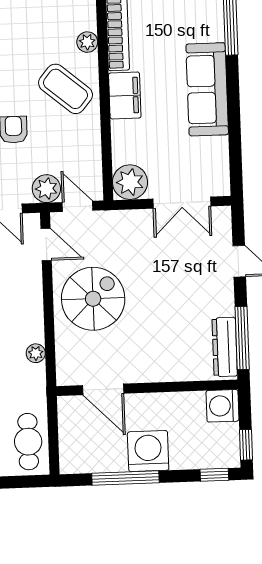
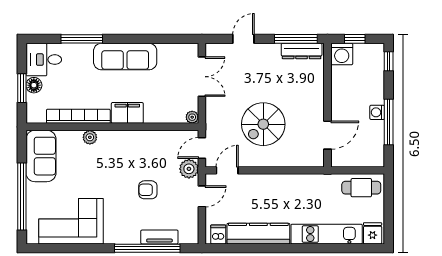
coffee table: (66, 89) -> (121, 153), removed
plant: (130, 182) -> (192, 117), width x0.53, depth x0.53
spiral stairs: (93, 299) -> (263, 124), moved, turned -90
plant: (36, 353) -> (301, 180), removed
window: (246, 445) -> (355, 39), moved
washing machine: (148, 451) -> (377, 112), width x0.53, depth x0.53

